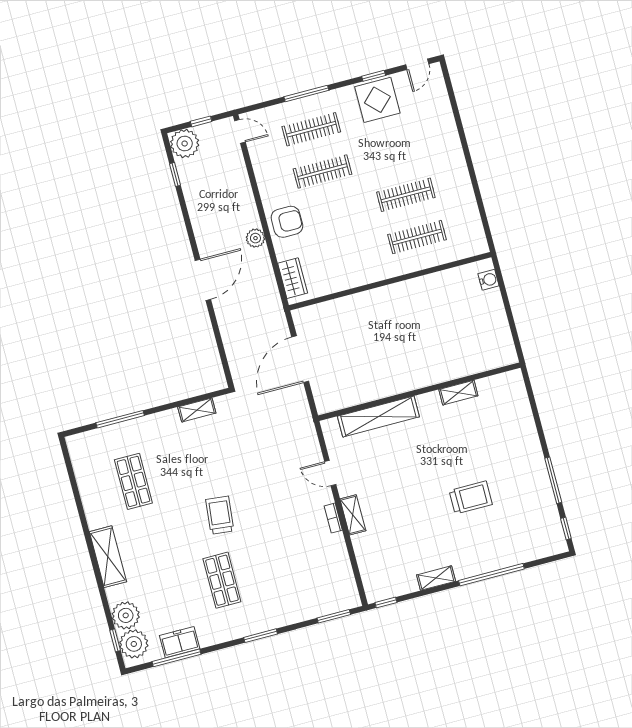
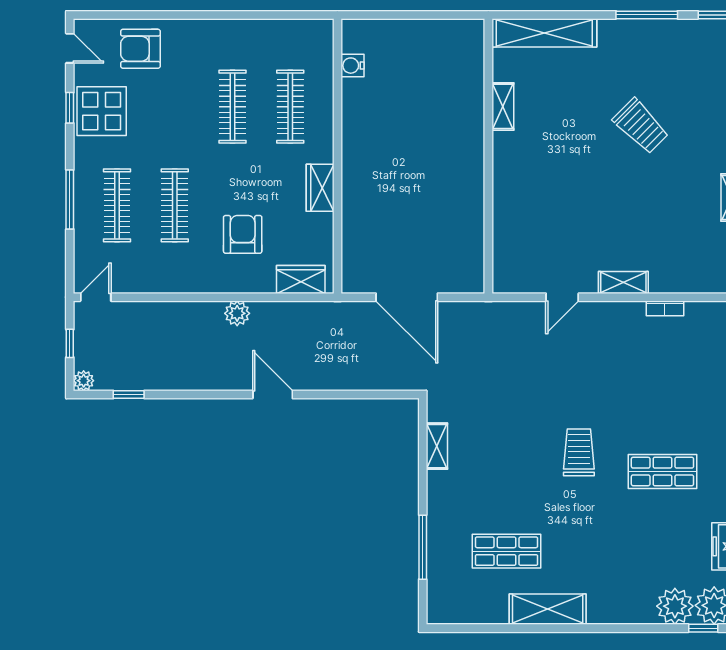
armchair: (431, 116) -> (140, 49), added
plant: (185, 143) -> (84, 381), width x0.53, depth x0.53
armchair: (287, 222) -> (243, 234), moved
wardrobe: (363, 275) -> (320, 188), added
door: (203, 280) -> (273, 395), width x0.73
water cooler: (488, 280) -> (353, 66), moved, turned -90
shelving: (378, 416) -> (544, 33), moved, turned 90
trolley: (471, 498) -> (641, 126), turned 135
trolley: (220, 515) -> (579, 452), turned 84
bookcase: (333, 518) -> (665, 308), moved
shelving: (108, 557) -> (548, 609), moved

